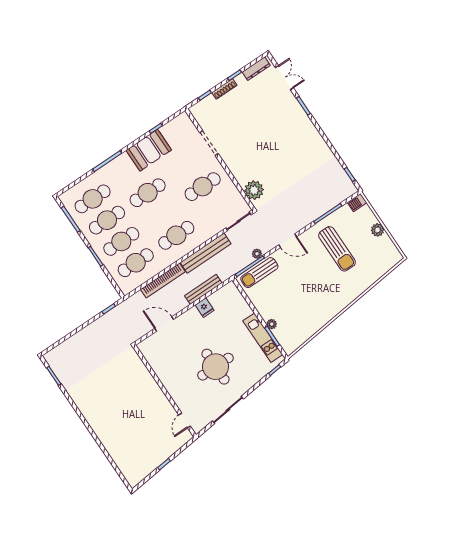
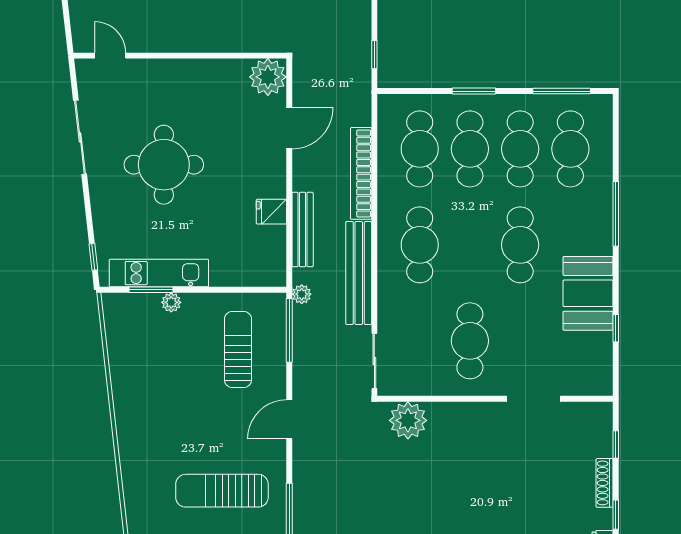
plant: (257, 254) -> (302, 294), moved
sun lounger: (259, 273) -> (238, 349), moved
plant: (149, 348) -> (268, 77), added

